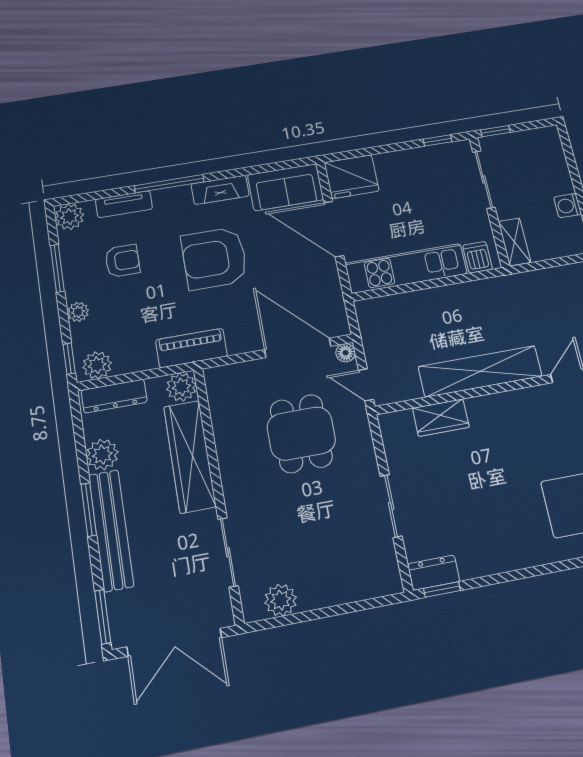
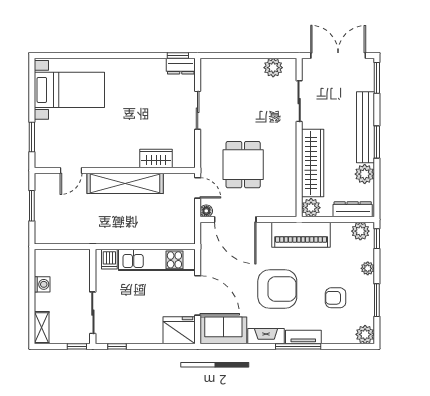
tv unit: (124, 204) -> (303, 337), moved
shelving: (515, 242) -> (42, 328), moved
piano: (191, 348) -> (301, 235), width x1.37, depth x1.33

